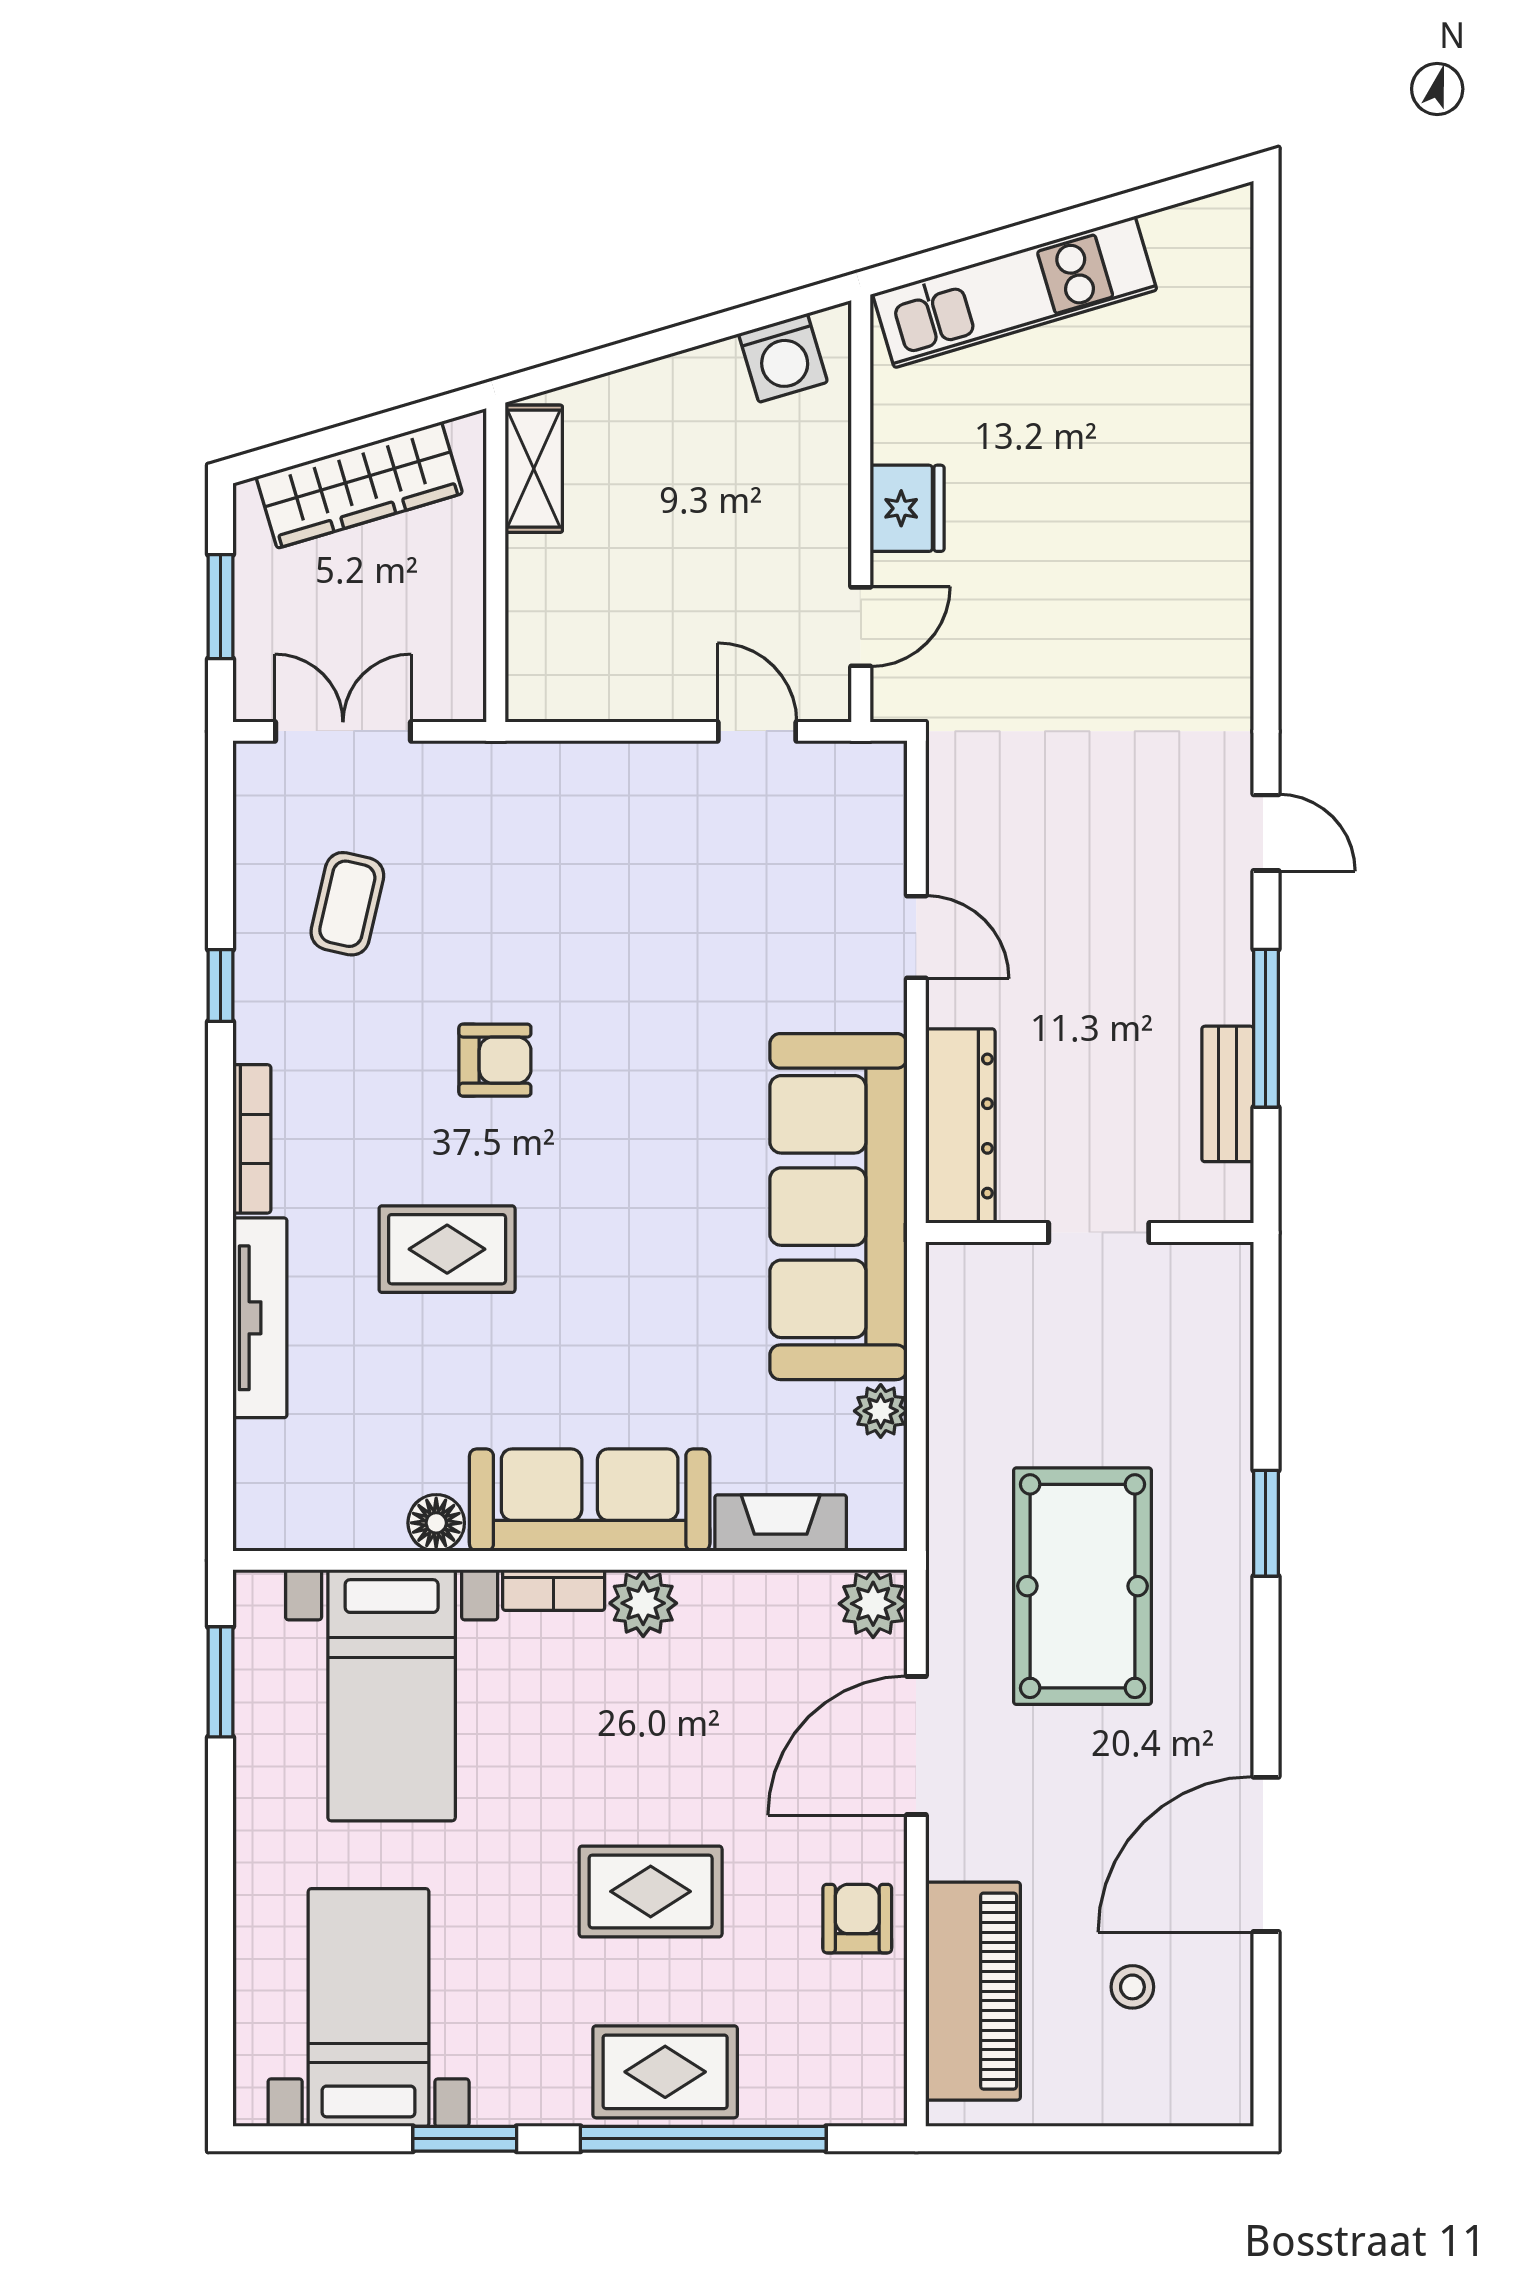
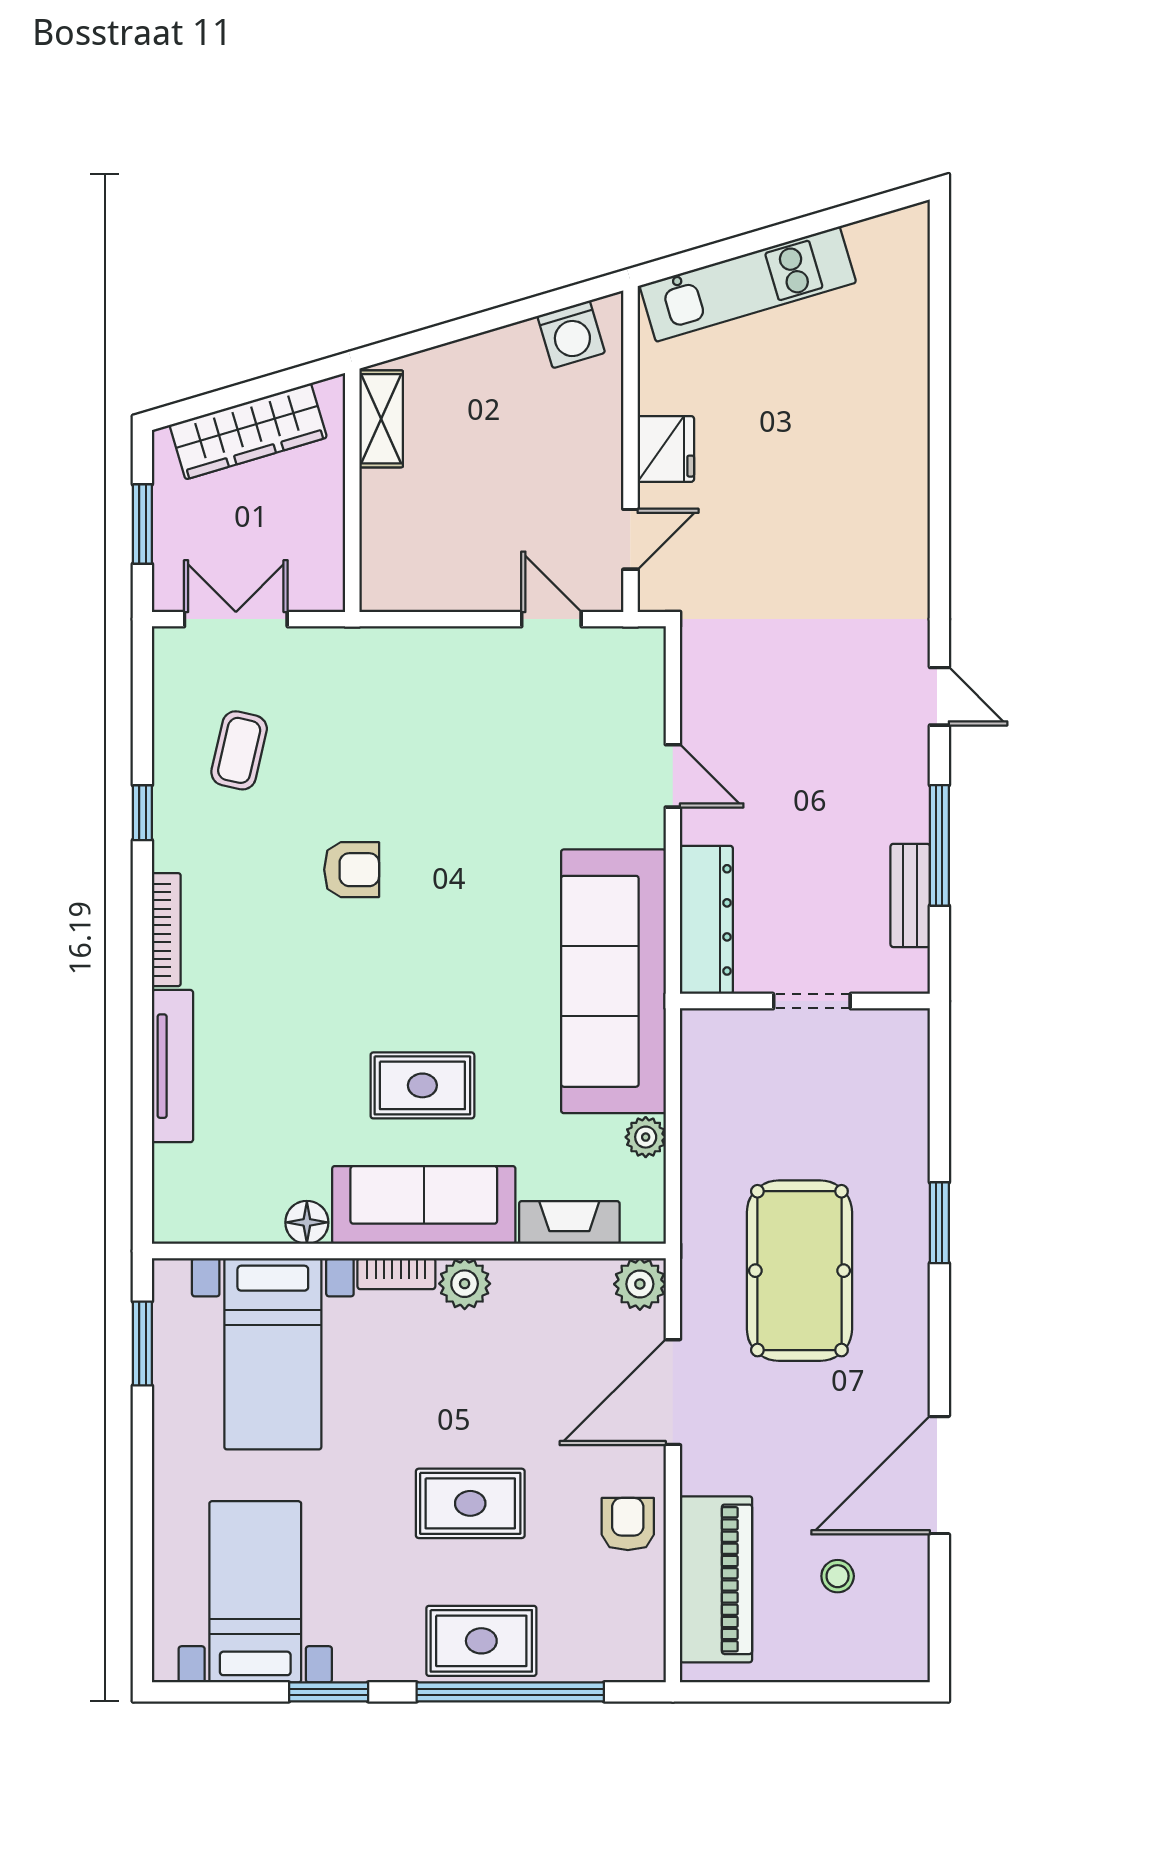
rug: (447, 1249) -> (422, 1085), moved

